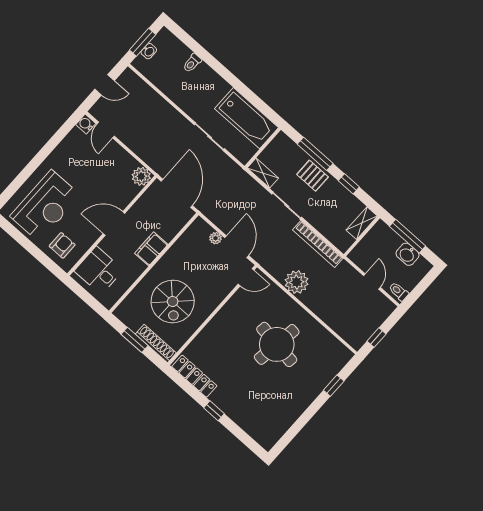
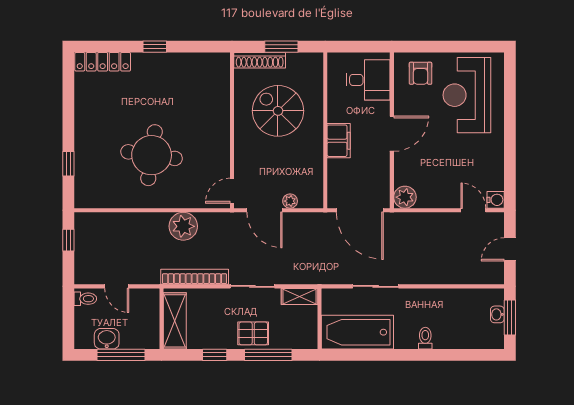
toilet: (192, 63) -> (425, 338), moved
shelving: (362, 223) -> (175, 321), width x1.50, depth x1.33
locker: (194, 376) -> (103, 62), moved

